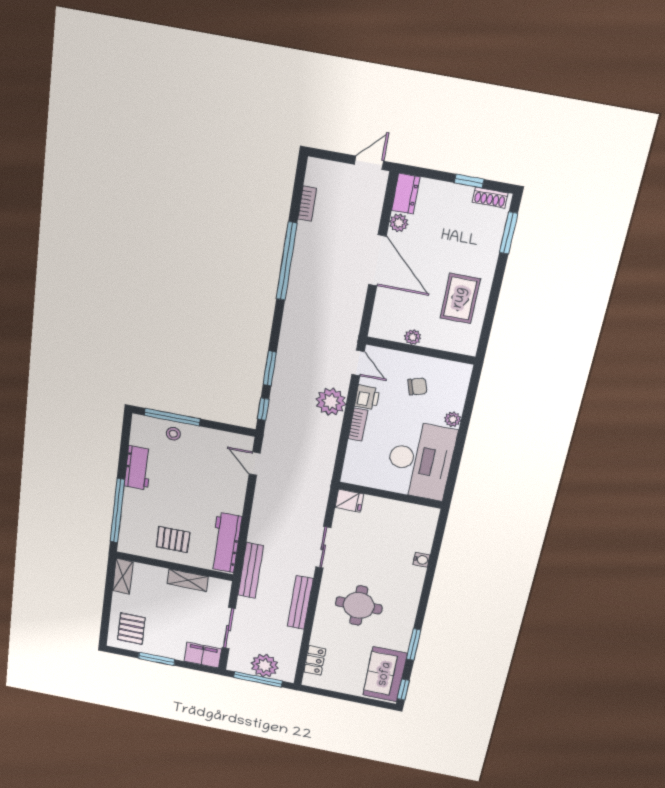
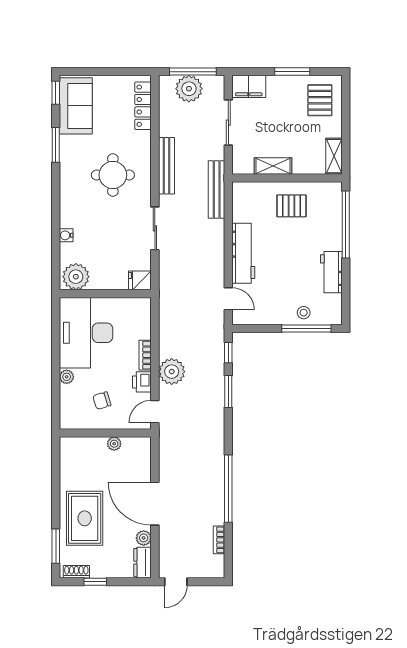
rug: (460, 298) -> (85, 518), moved, width x1.36, depth x1.43
door: (358, 363) -> (155, 412), hinge flipped
plant: (420, 518) -> (76, 277), added
workbench: (226, 543) -> (243, 253), moved
locker: (315, 660) -> (143, 106), width x1.53

